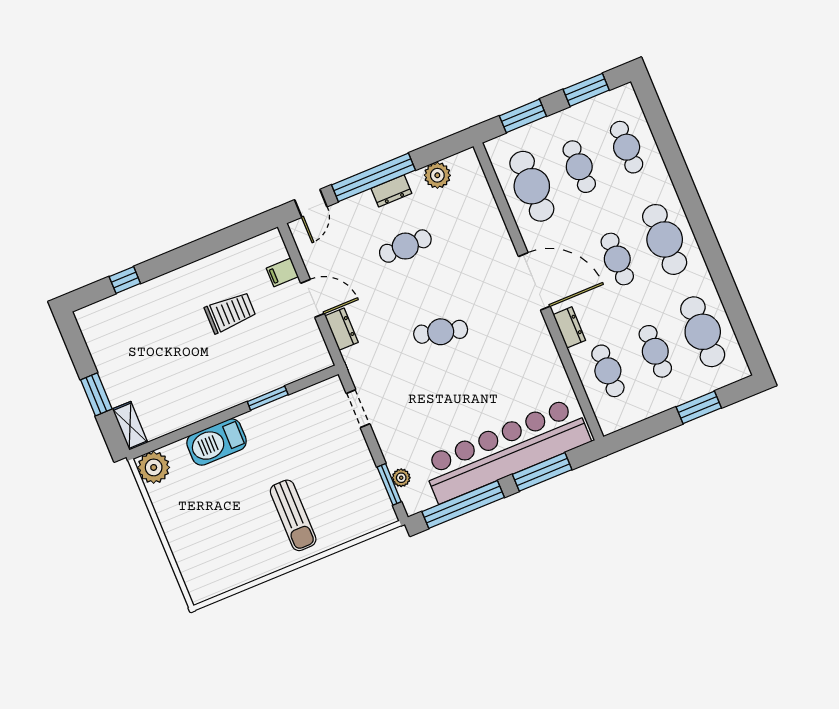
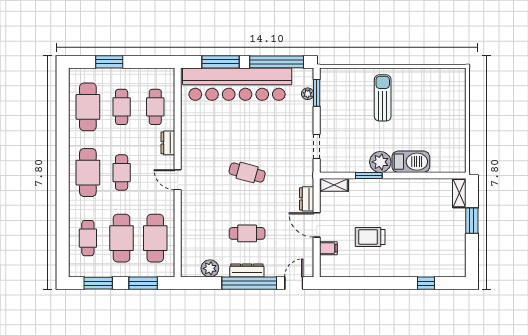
cafe table: (579, 167) -> (122, 238), width x1.37, depth x1.35
dresser: (391, 191) -> (247, 270), width x1.44
door: (534, 281) -> (178, 180), width x0.53
shelving: (311, 365) -> (334, 185), added
plant: (154, 467) -> (380, 162), moved

